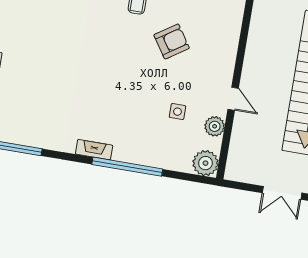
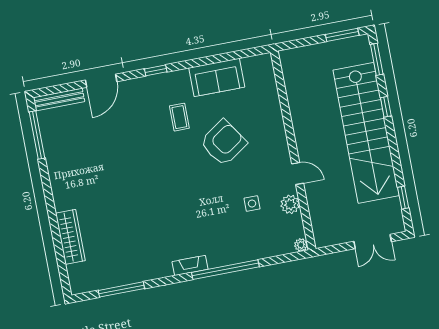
armchair: (172, 41) -> (223, 143), width x1.36, depth x1.36
plant: (205, 163) -> (301, 245), width x0.53, depth x0.53

